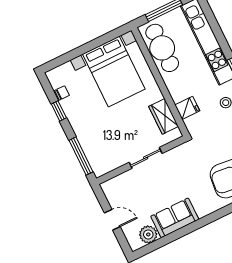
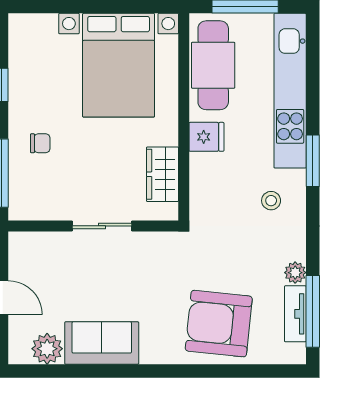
chair: (62, 93) -> (40, 143), moved
fridge: (187, 108) -> (206, 137), moved

